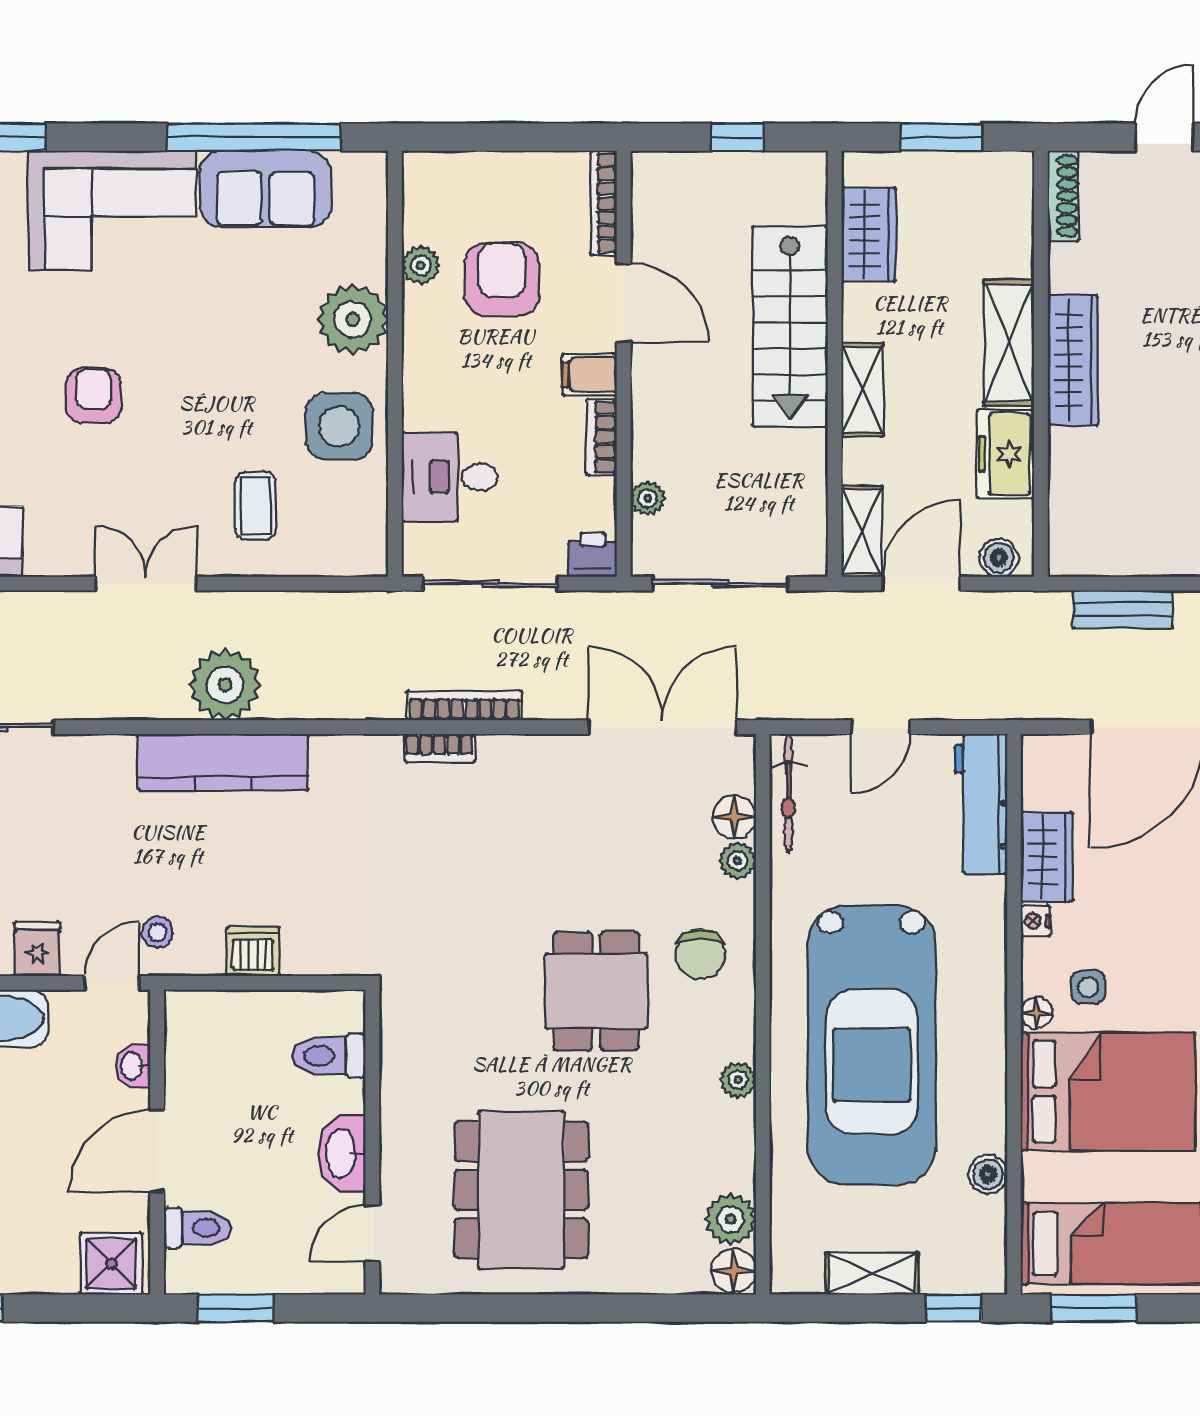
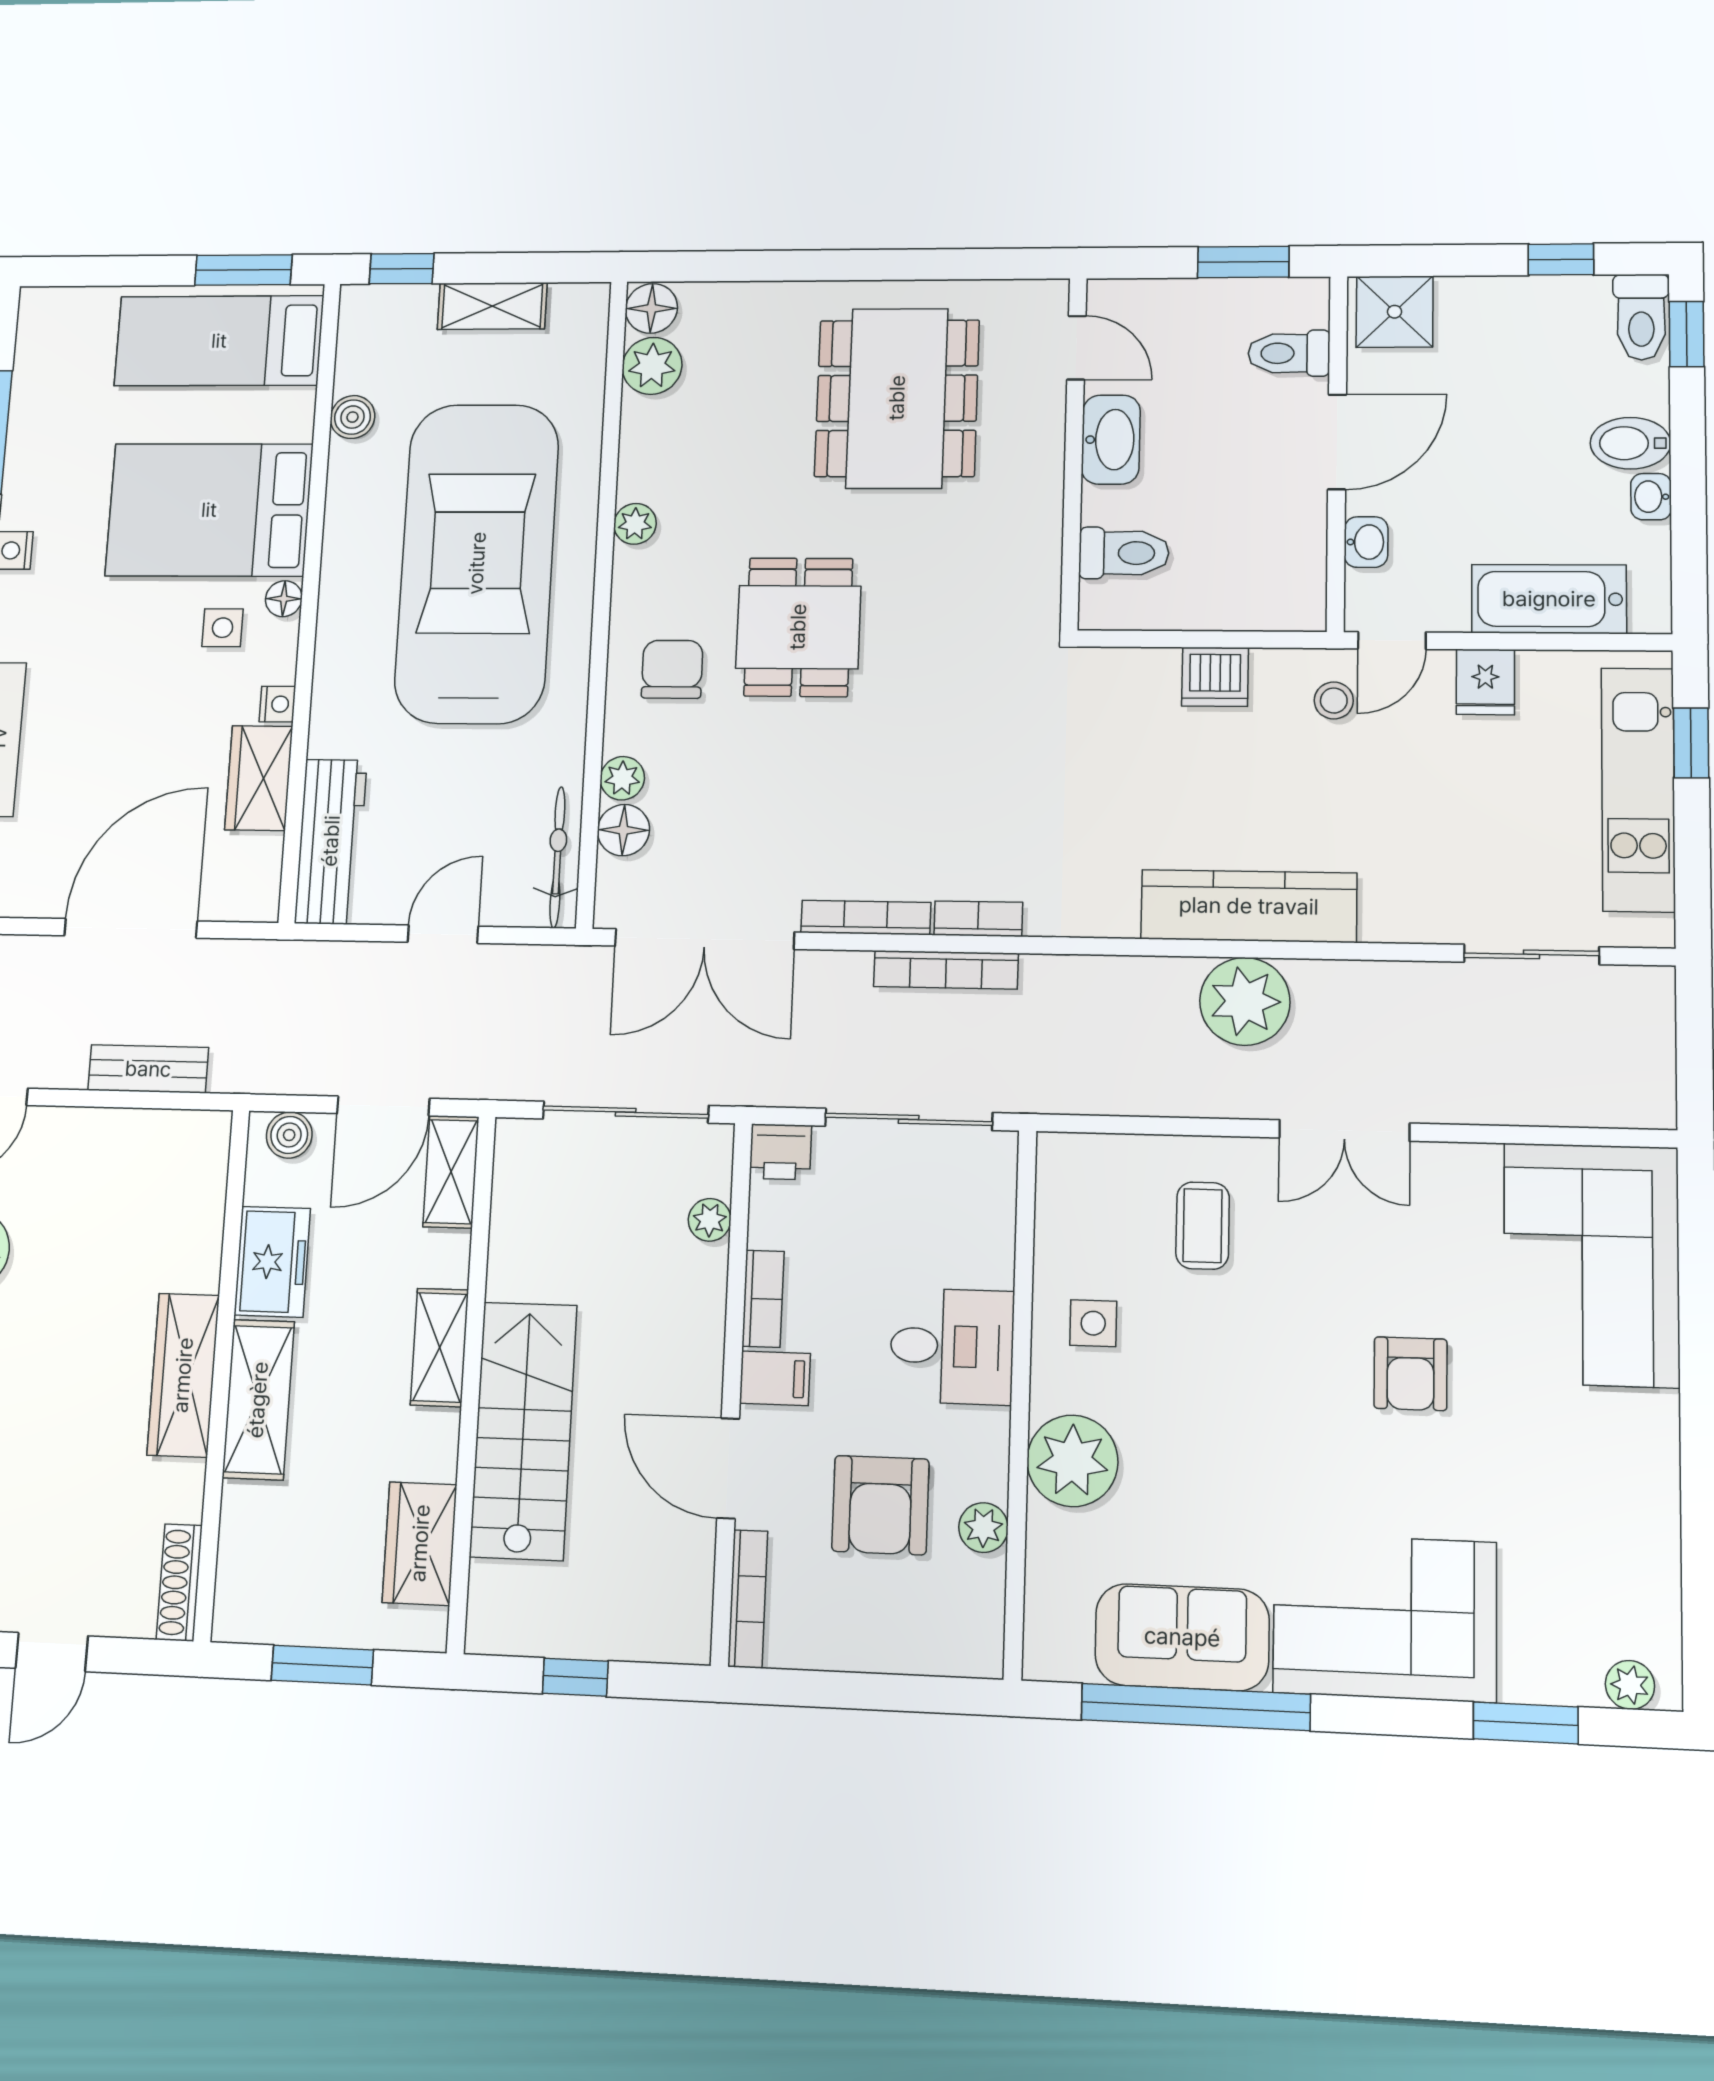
side table: (339, 426) -> (1093, 1323), width x0.54, depth x0.54
desk: (450, 477) -> (952, 1346), moved
bookcase: (531, 747) -> (866, 918), added
door: (372, 1234) -> (1076, 348), hinge flipped

